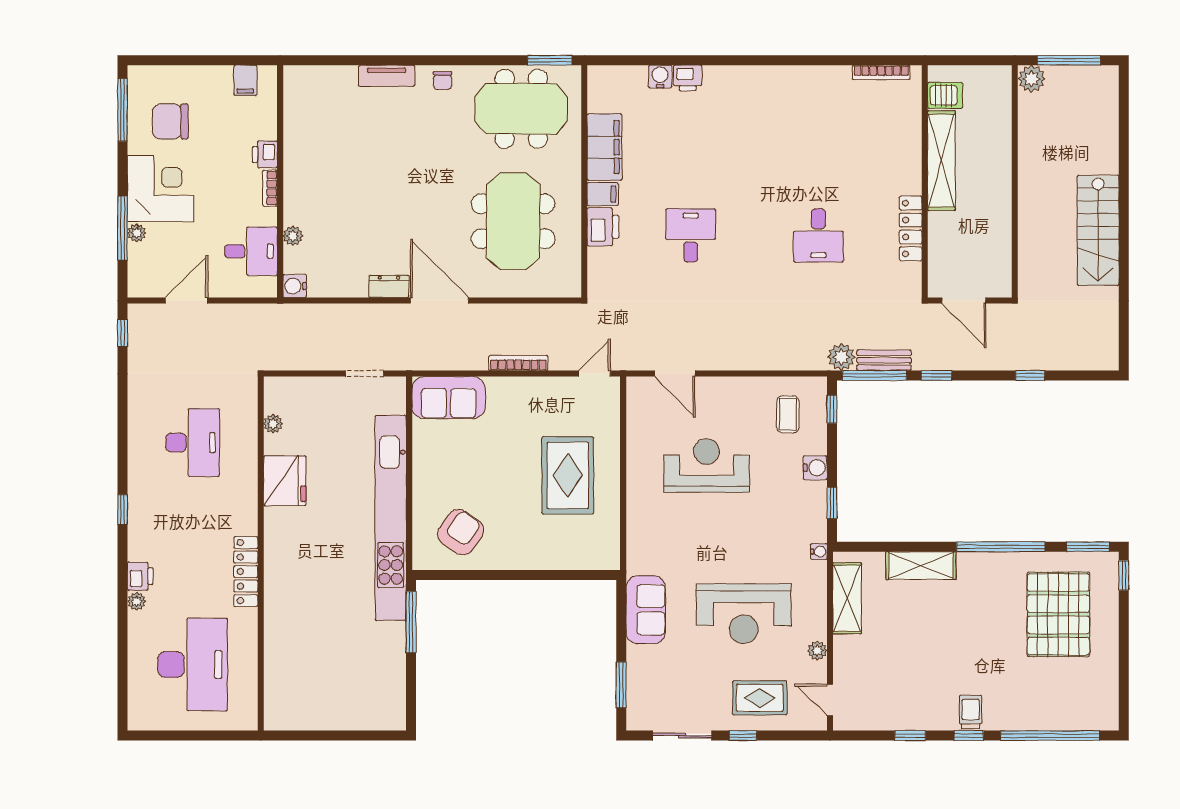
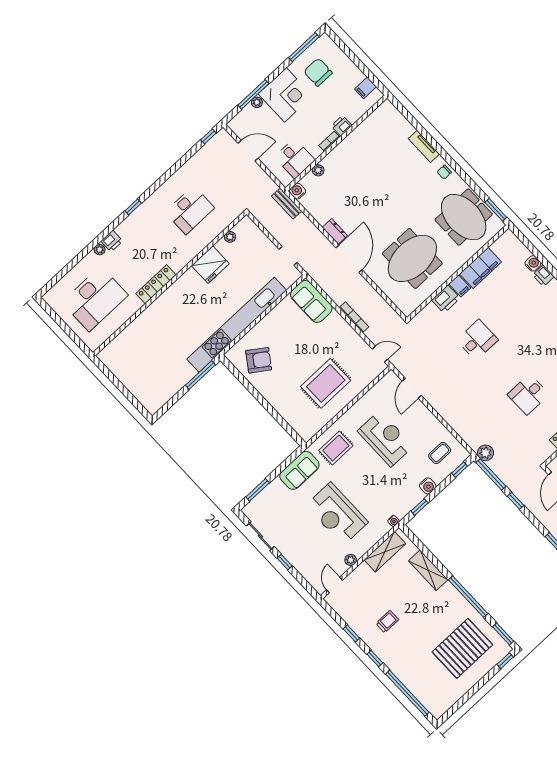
bench: (884, 360) -> (287, 203), moved
rug: (760, 698) -> (336, 448), moved, turned 90
trolley: (971, 712) -> (387, 622), moved

